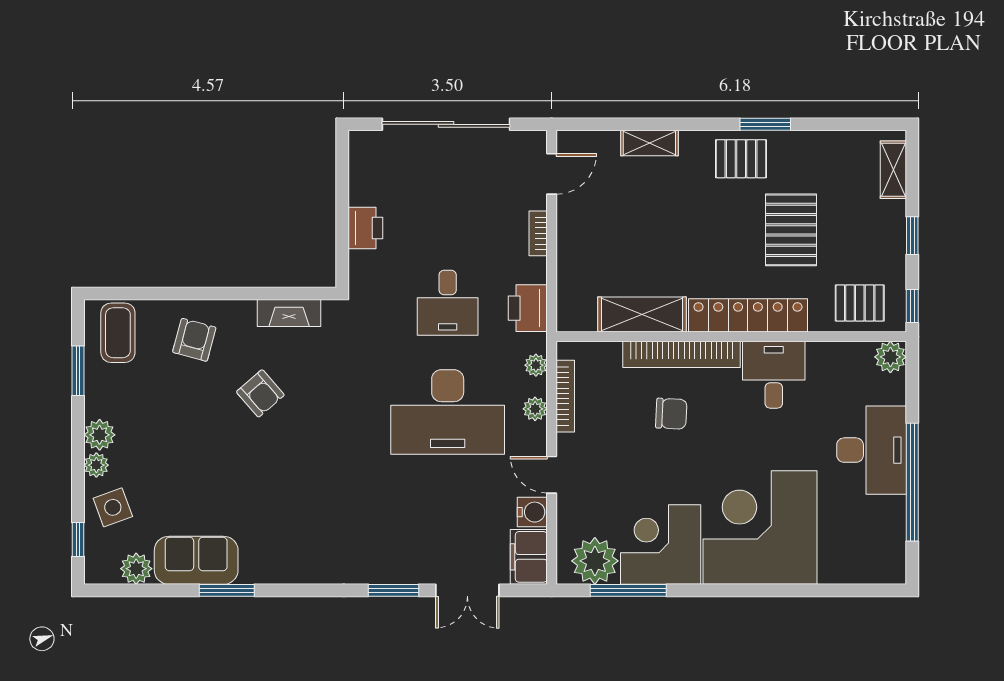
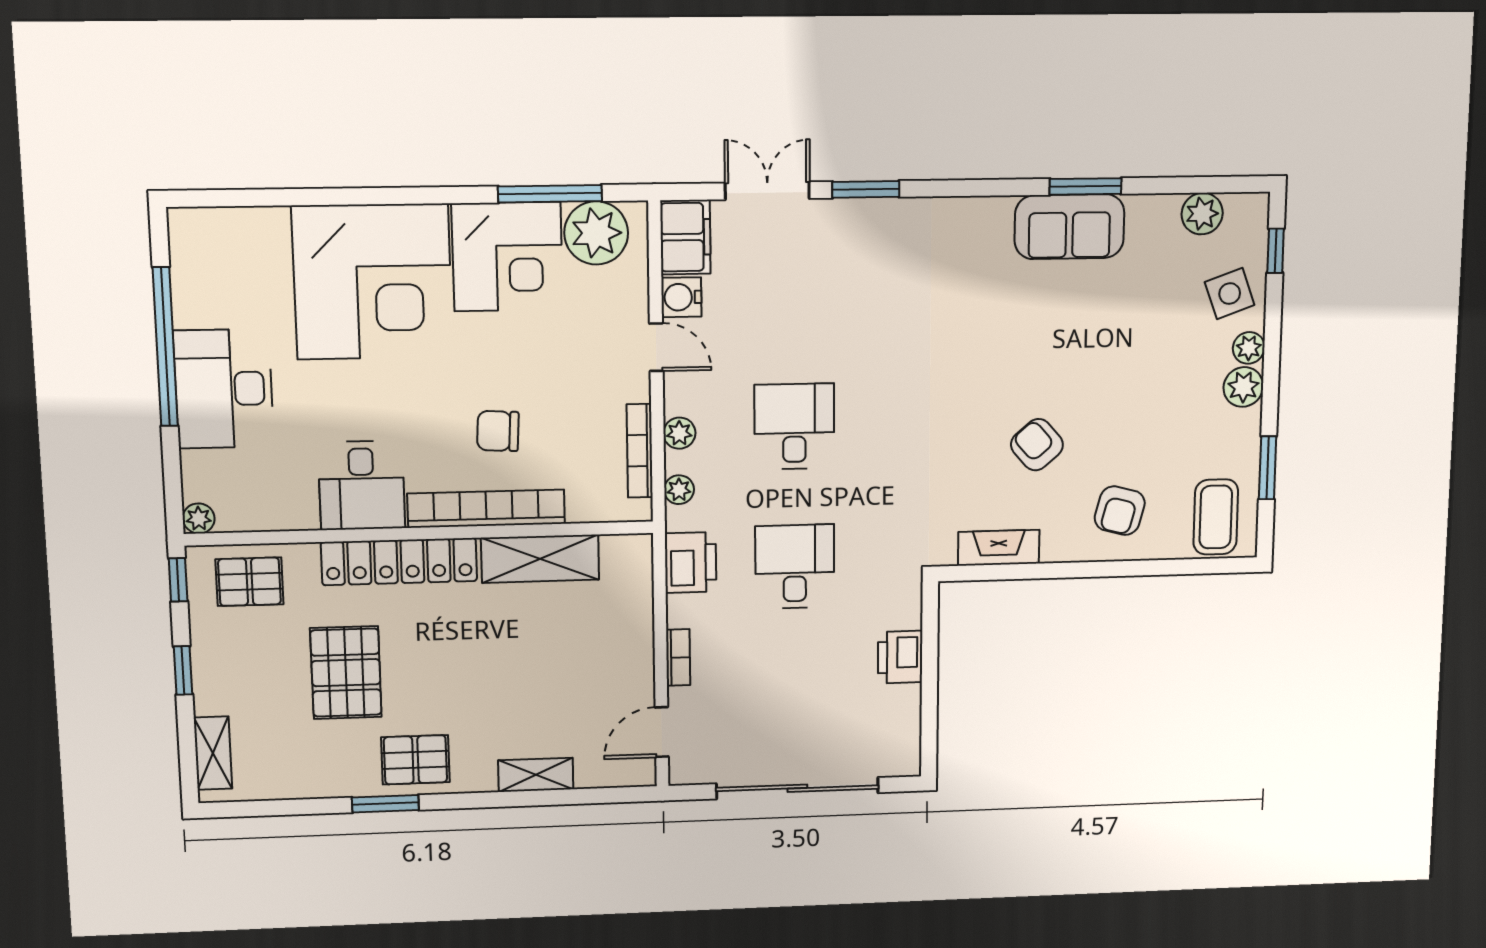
plant: (890, 357) -> (199, 518), width x0.73, depth x0.73
desk: (448, 412) -> (794, 426), width x0.53, depth x0.77
sofa: (196, 560) -> (1069, 227), moved

